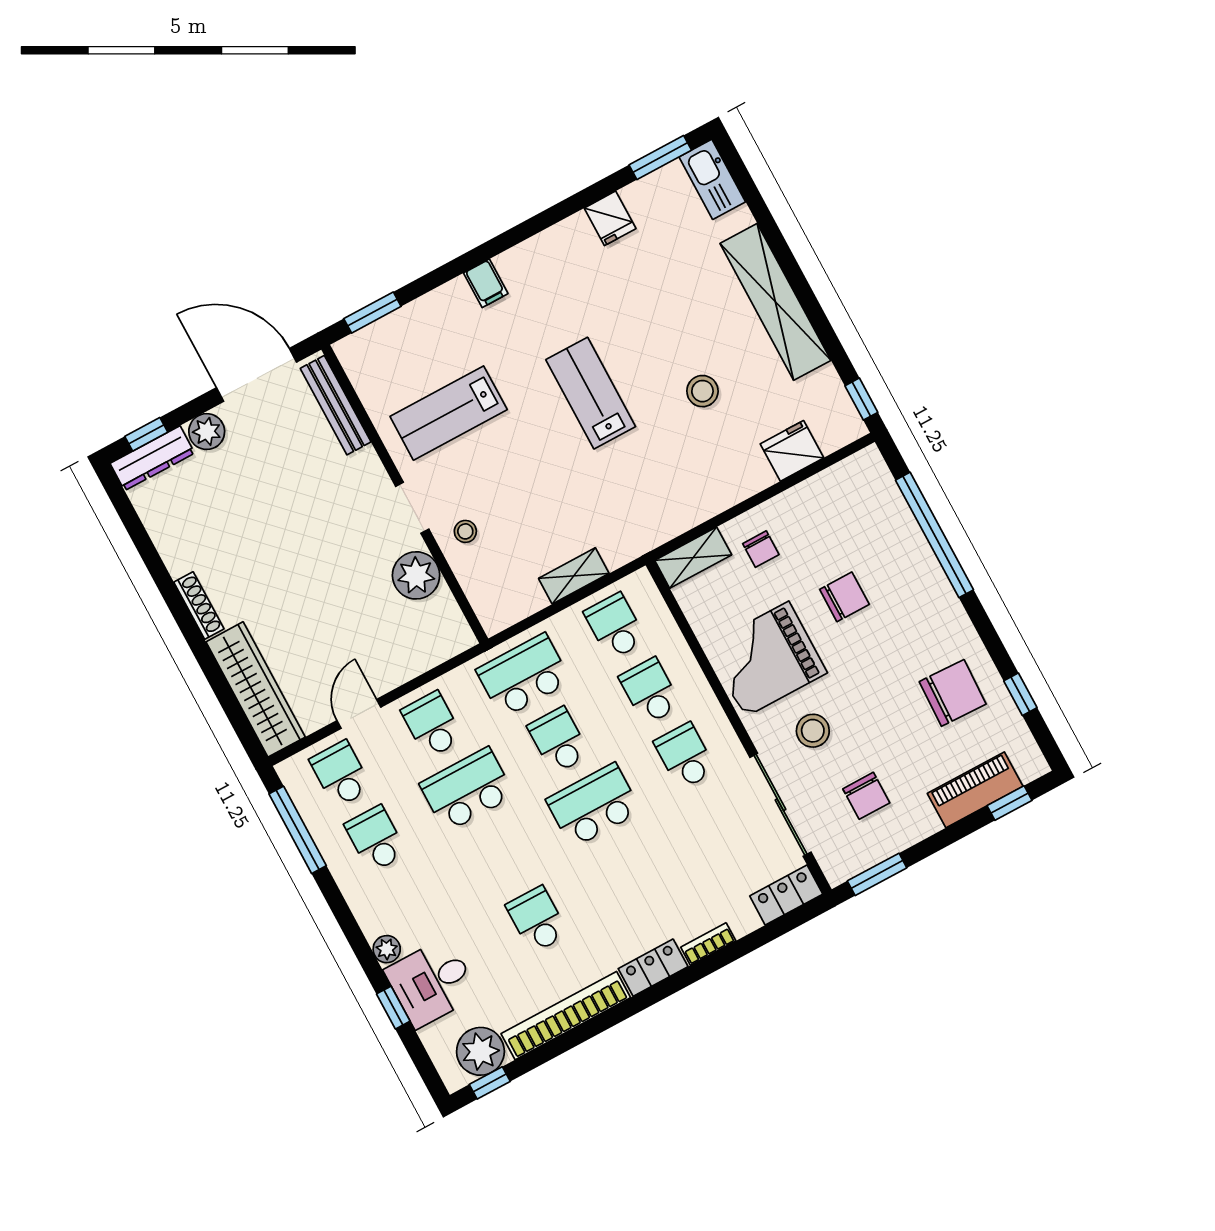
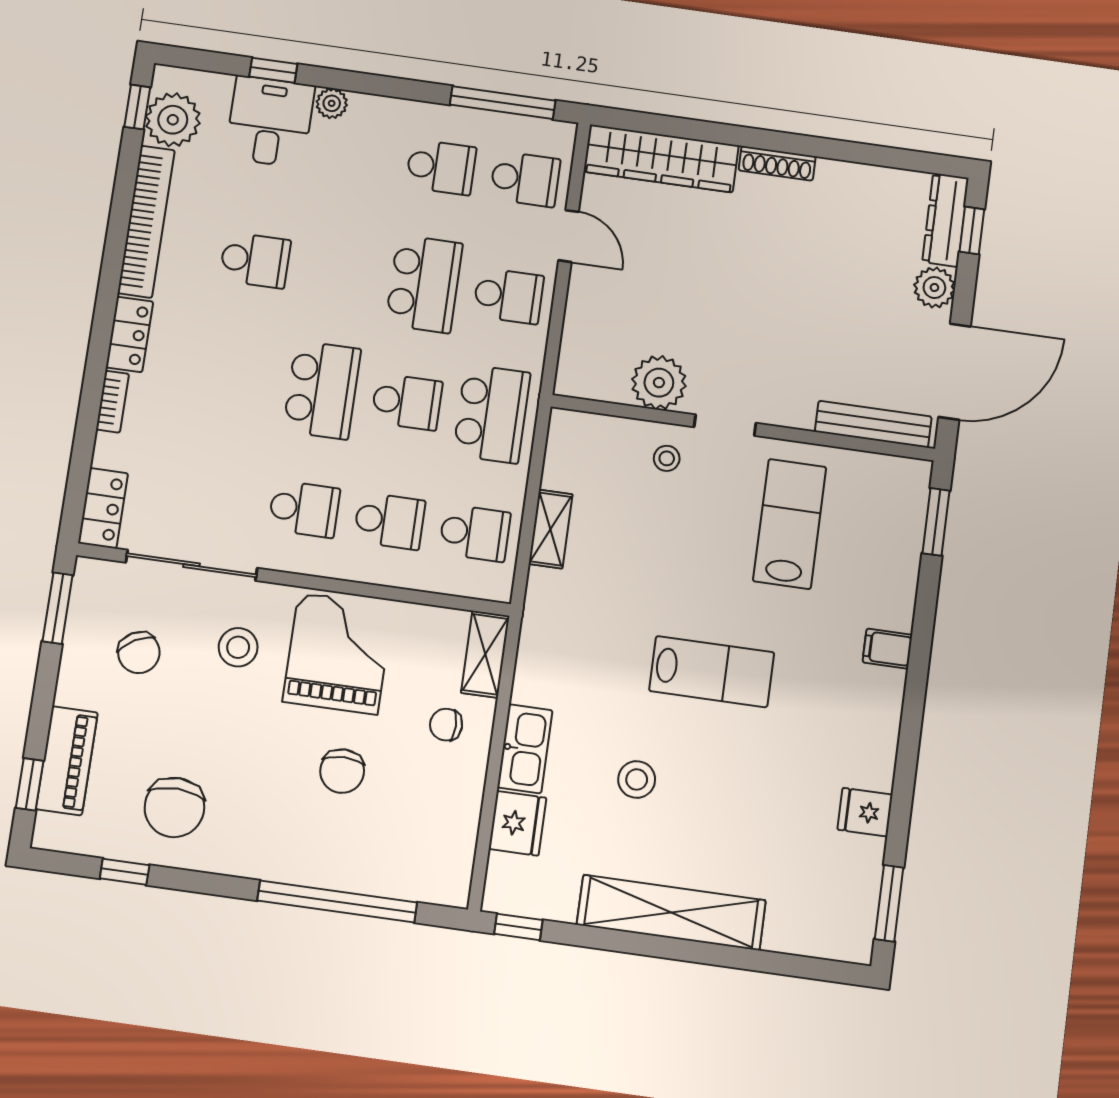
kitchen sink: (712, 179) -> (525, 749), moved, turned 90
chair: (866, 796) -> (139, 653), turned -119

